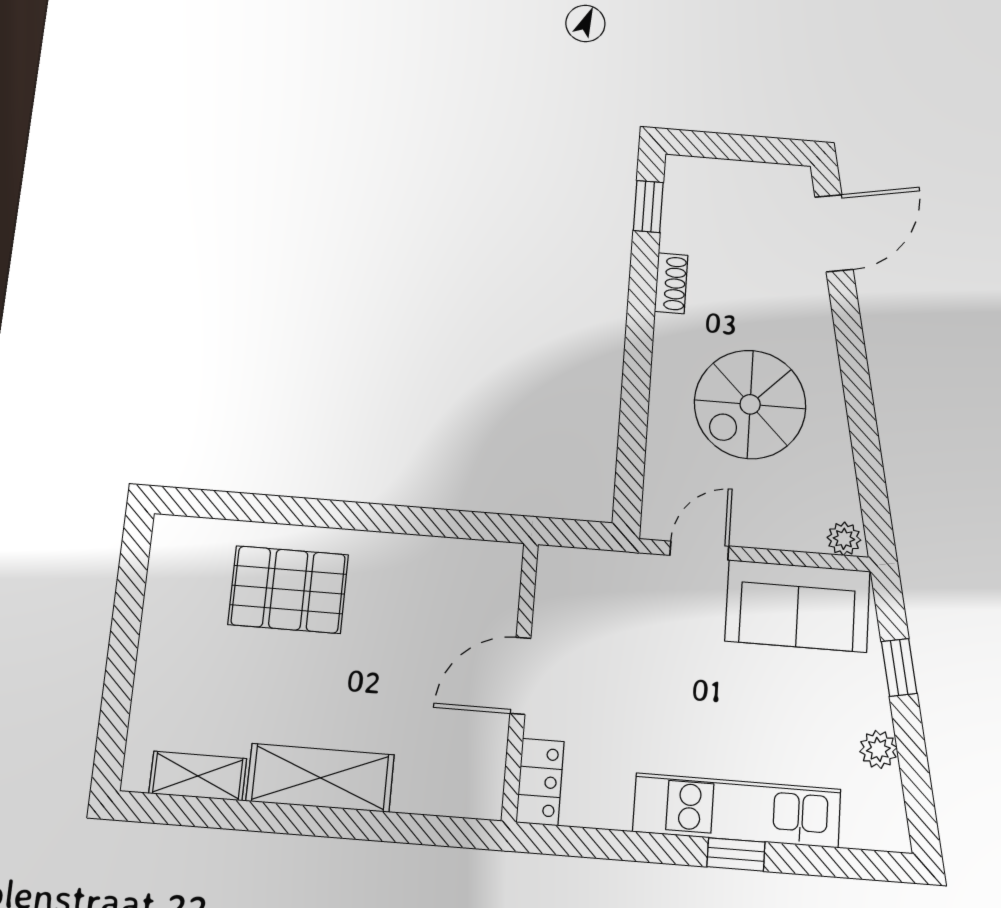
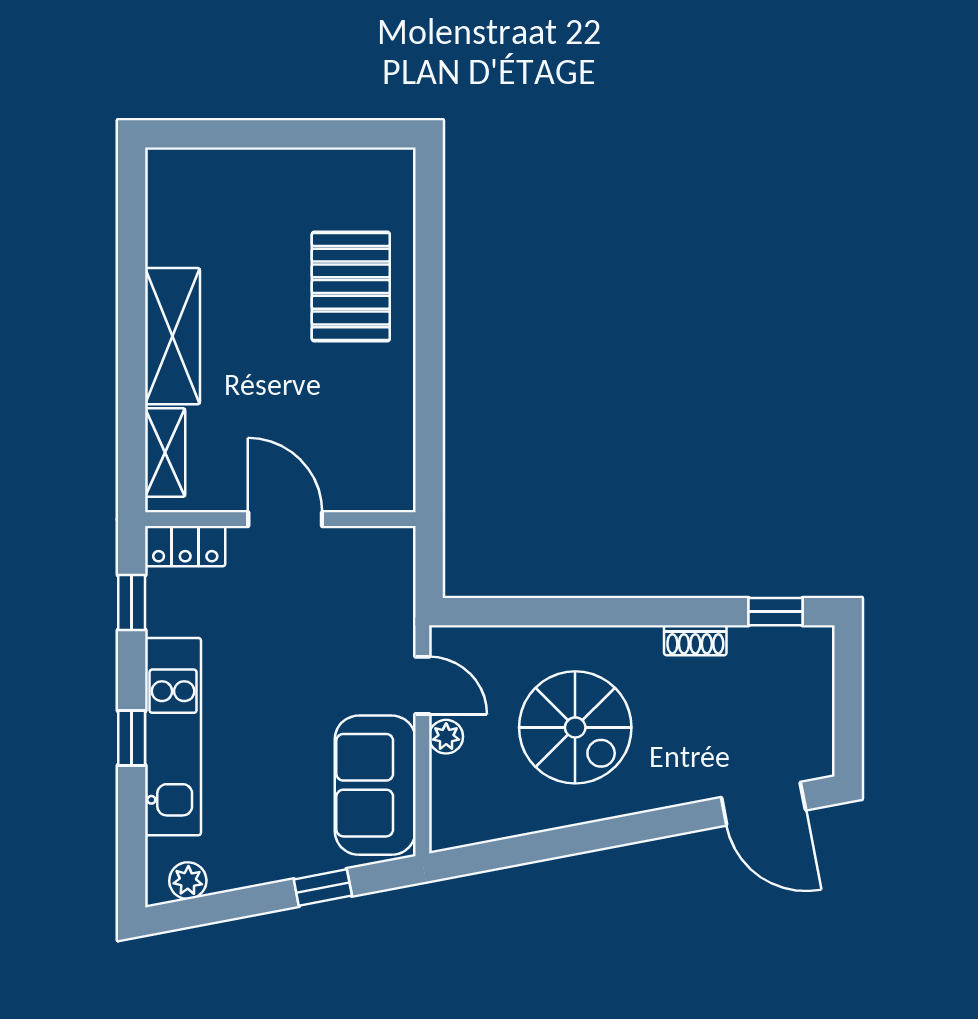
spiral stairs: (750, 404) -> (575, 727), turned 180
plant: (844, 539) -> (446, 737), moved
plant: (878, 749) -> (188, 881), moved
shelving: (198, 776) -> (165, 453), moved
window: (595, 843) -> (132, 603), added

